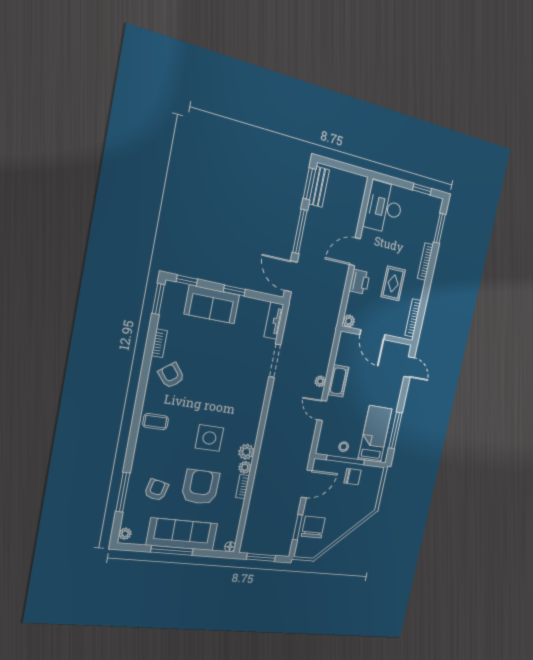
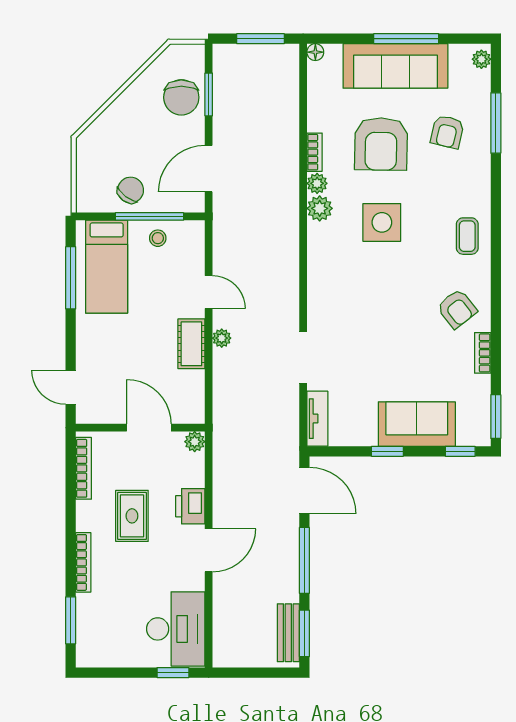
window: (422, 189) -> (173, 673), moved
coffee table: (156, 422) -> (467, 236), turned 90
chair: (353, 477) -> (131, 190), turned 127

